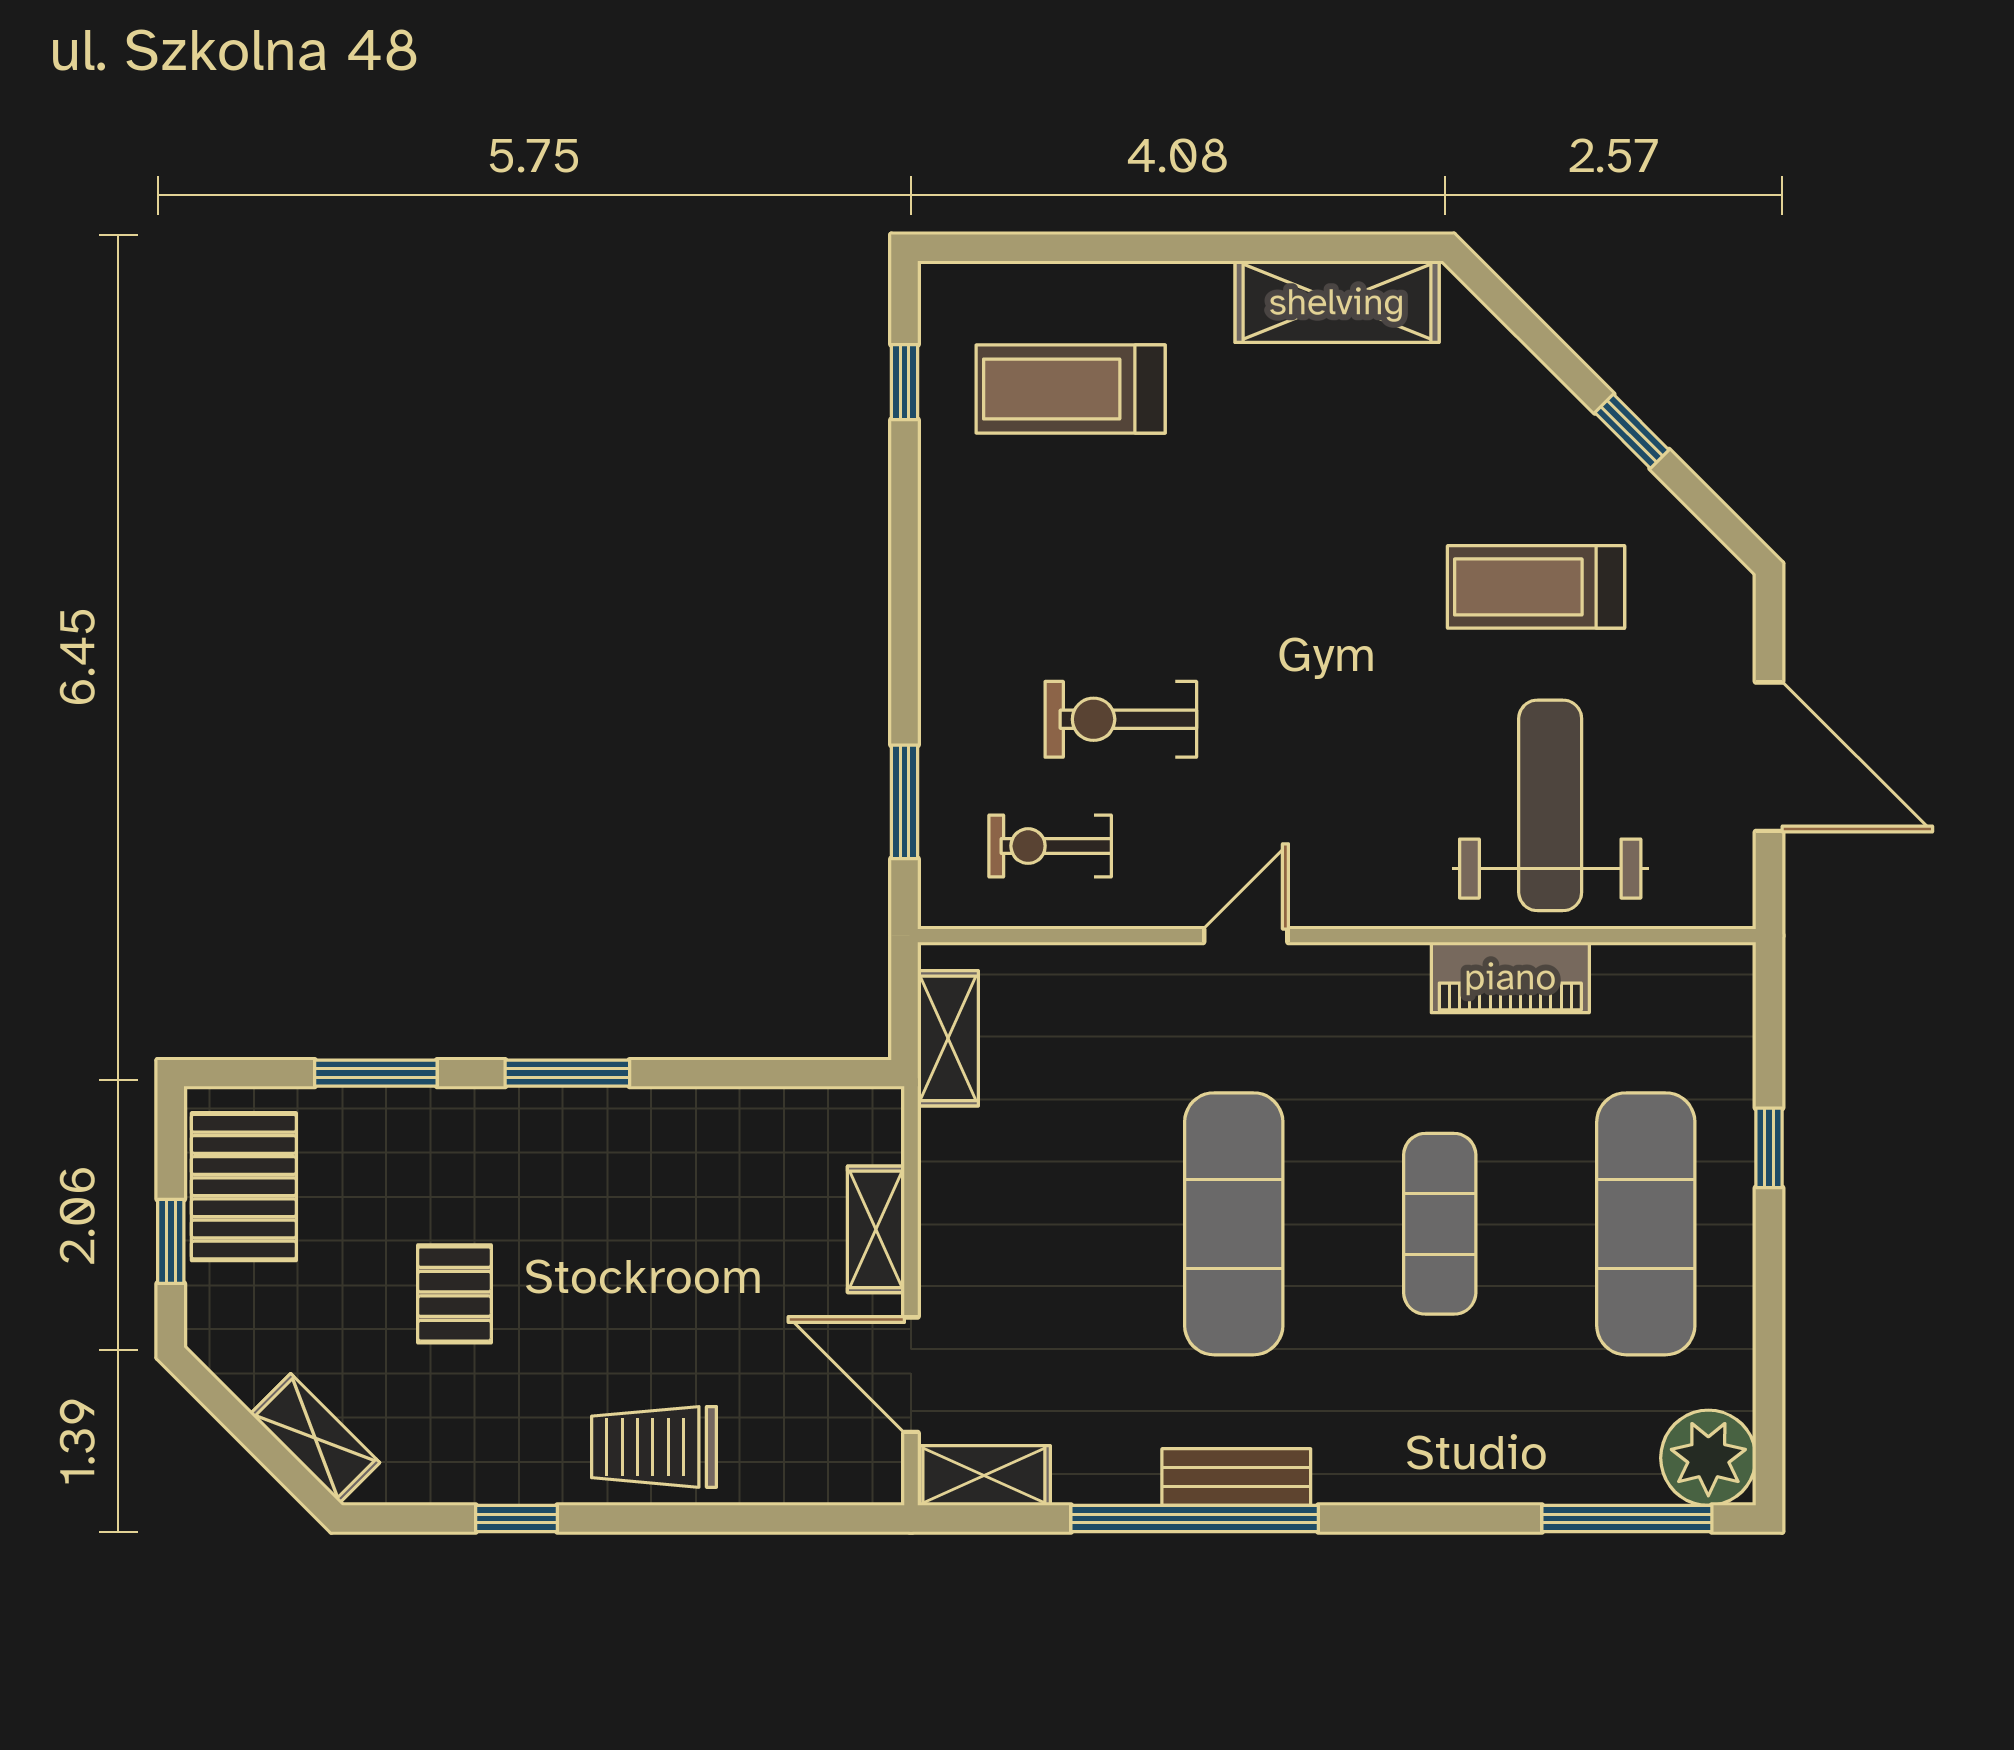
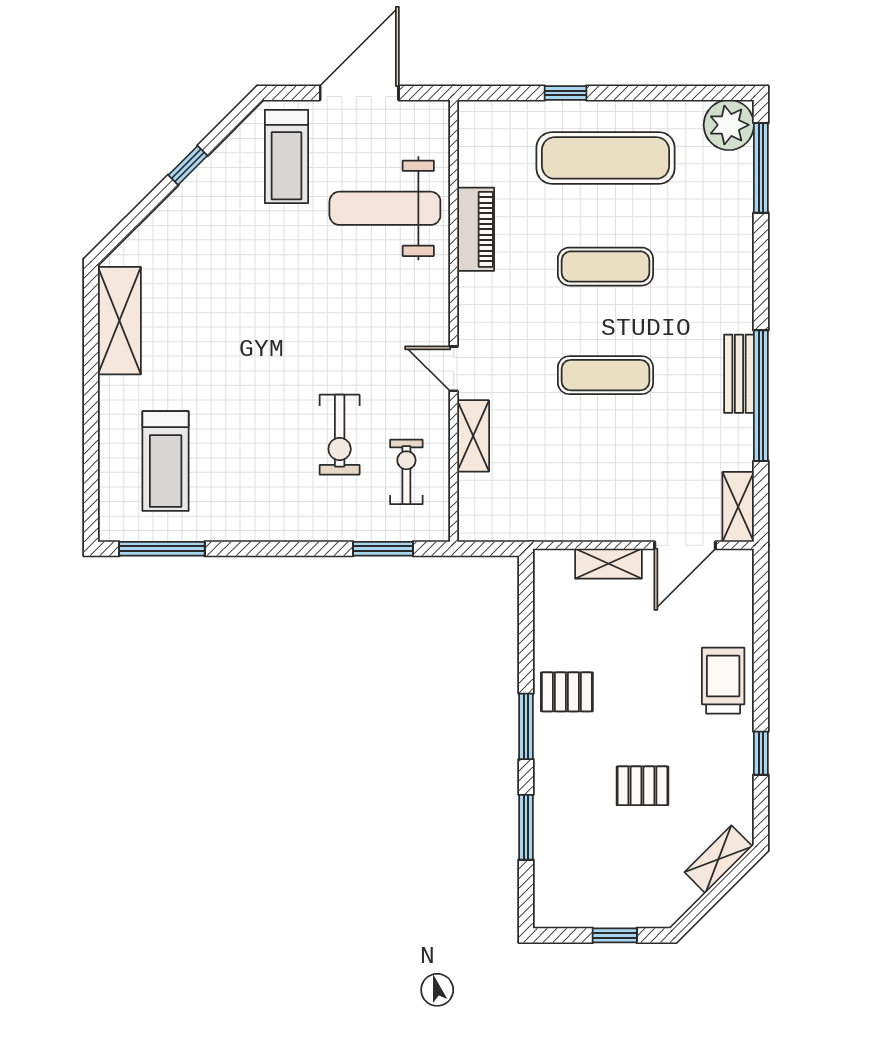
window: (904, 382) -> (162, 549), width x2.17
treadmill: (1536, 587) -> (287, 157), moved
exercise bike: (1050, 846) -> (406, 472), turned 180
shelving: (948, 1038) -> (473, 436), moved, turned 90
pallet: (244, 1187) -> (567, 692), moved, width x0.67, depth x0.71
exercise mat: (1234, 1224) -> (605, 375), width x0.73, depth x0.69
trolley: (654, 1447) -> (723, 681), turned 180

